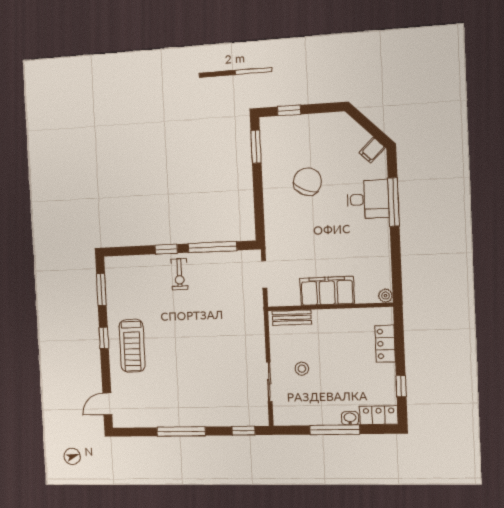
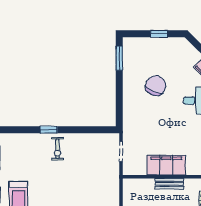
window: (289, 110) -> (159, 34), moved
window: (212, 247) -> (83, 130), removed
bench: (292, 318) -> (169, 184), moved

